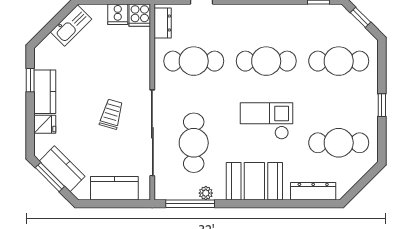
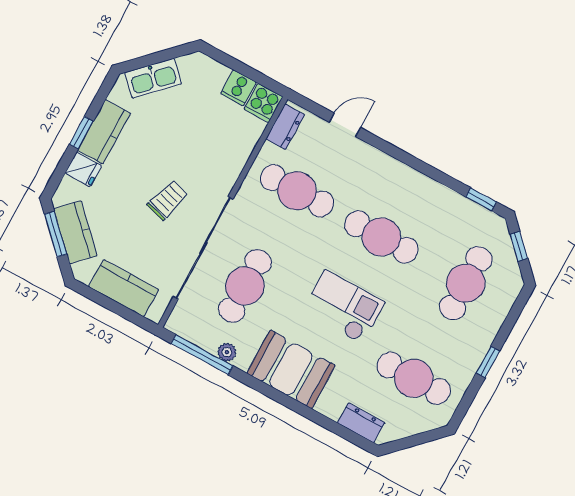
kitchen sink: (71, 25) -> (153, 78), moved
cafe table: (339, 61) -> (466, 283), turned 90
window: (30, 80) -> (81, 133), moved
dresser: (313, 191) -> (361, 423), width x0.70

